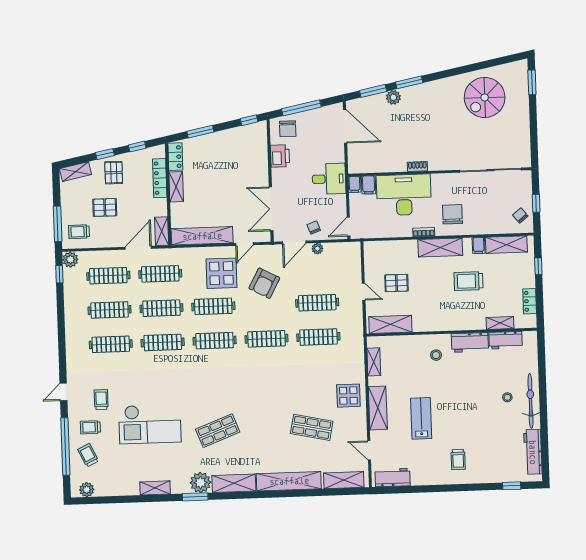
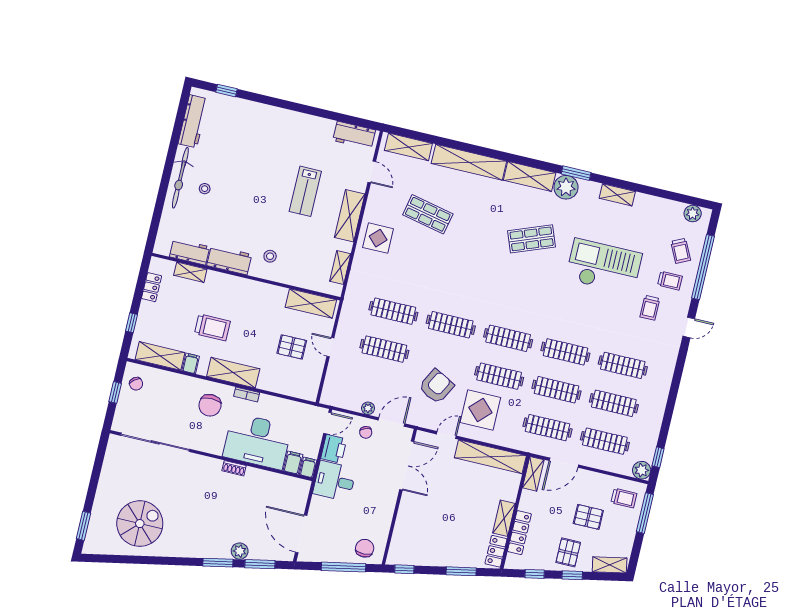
printer: (280, 156) -> (334, 449), moved, turned 180
trolley: (458, 459) -> (277, 135), removed

